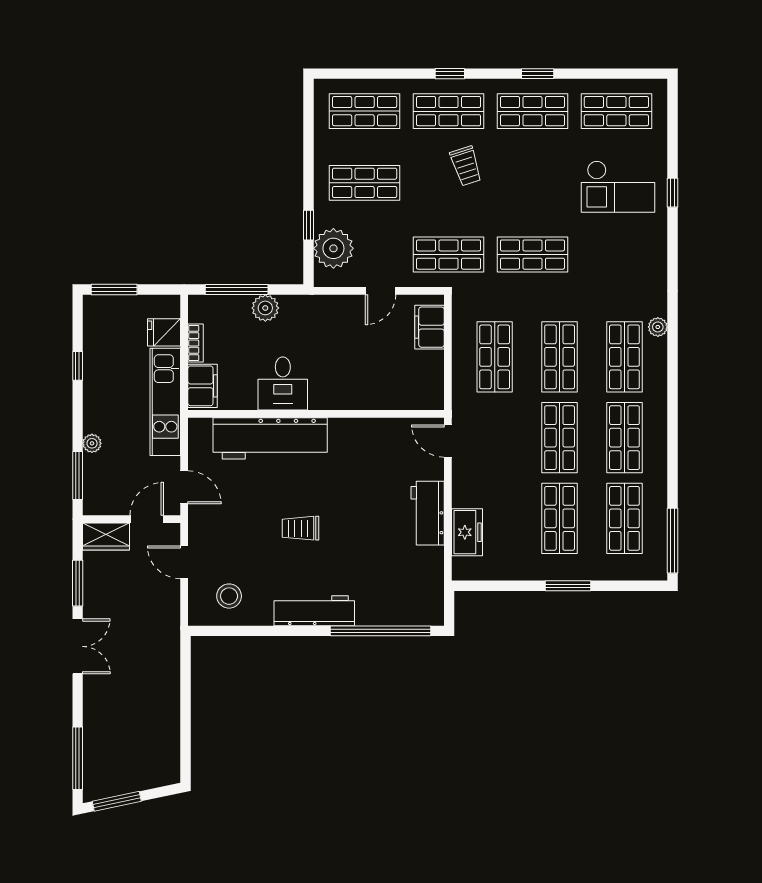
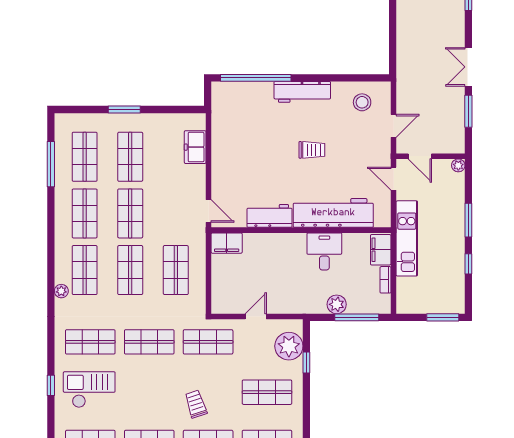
shop shelf: (616, 255) -> (90, 342), added
filing cabinet: (429, 327) -> (227, 243), moved, turned 90
fridge: (164, 332) -> (408, 287), removed
plant: (92, 443) -> (458, 165), moved
window: (78, 476) -> (468, 220), moved
workbench: (428, 513) -> (270, 216), moved, turned -90
door: (147, 519) -> (420, 156), hinge flipped
wardrobe: (106, 537) -> (448, 144), removed
window: (673, 541) -> (51, 164), moved
door: (184, 562) -> (394, 126), hinge flipped

